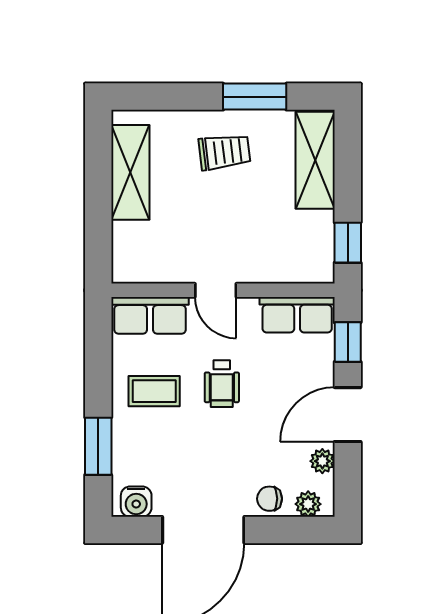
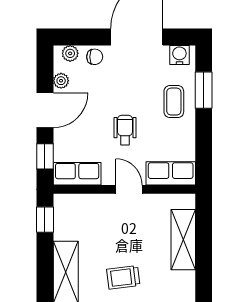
shelving: (130, 172) -> (183, 240), moved
coffee table: (154, 391) -> (174, 102), moved, turned 90

